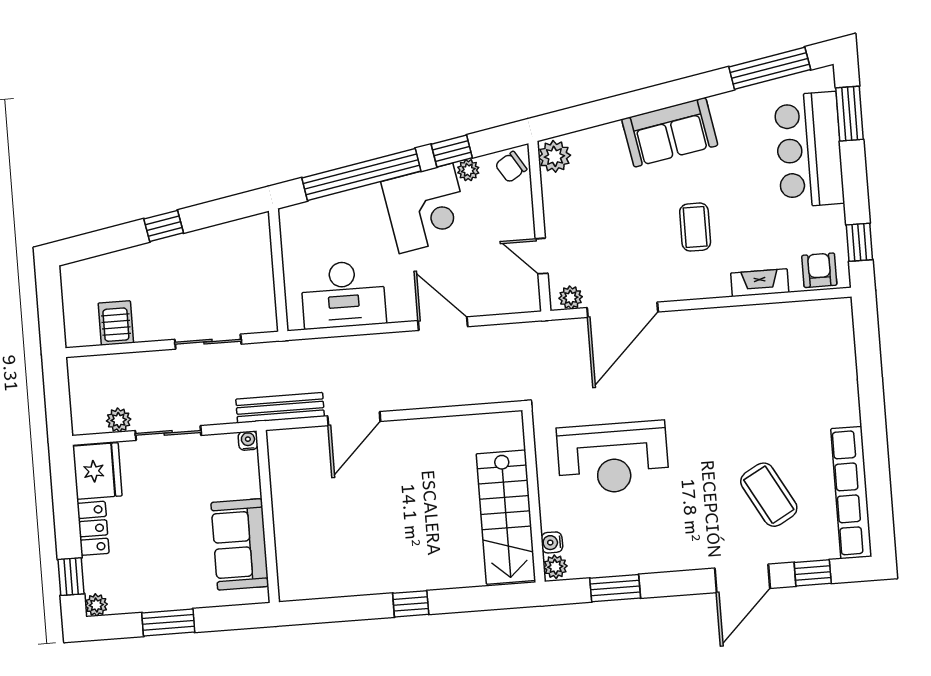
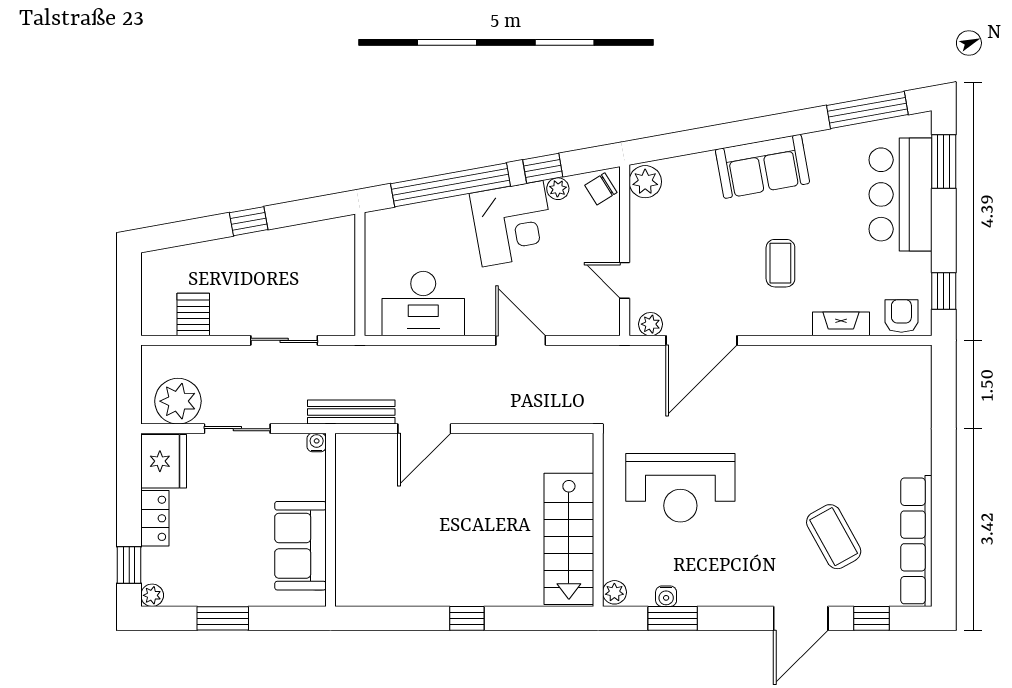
plant: (119, 420) -> (178, 401), width x1.87, depth x1.87
water cooler: (552, 542) -> (666, 596), moved, turned -90

